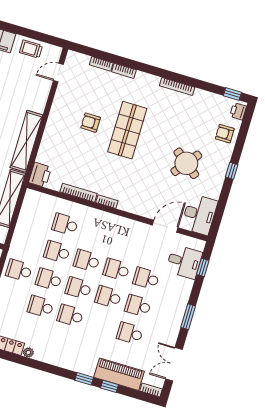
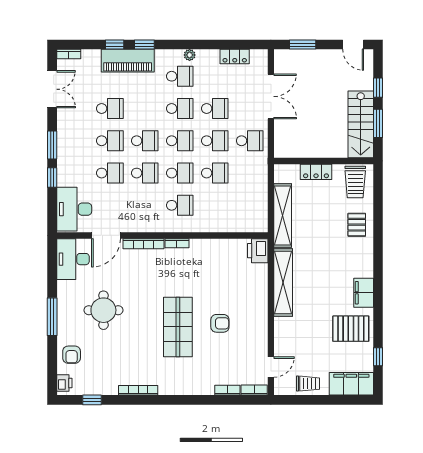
bookcase: (124, 71) -> (254, 390), moved
window: (232, 94) -> (92, 400), moved
armchair: (225, 134) -> (72, 355), turned 90
round table: (186, 163) -> (103, 310), turned -38
window: (232, 171) -> (52, 317), width x2.17
bookcase: (79, 193) -> (144, 244), moved
school desk: (65, 224) -> (180, 205), moved
desk: (184, 262) -> (74, 209), width x1.37
window: (203, 267) -> (52, 178), moved
school desk: (62, 343) -> (180, 76), added
plant: (28, 353) -> (190, 55), moved
piano: (119, 374) -> (128, 61), moved

